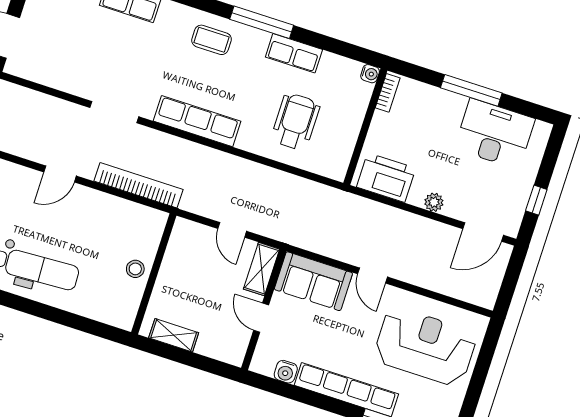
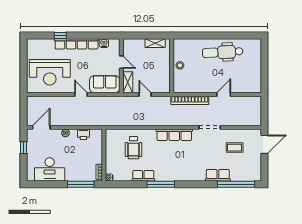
coffee table: (211, 40) -> (235, 148), moved
window: (471, 90) -> (81, 184), moved
printer: (386, 178) -> (83, 134), width x0.53, depth x0.68

